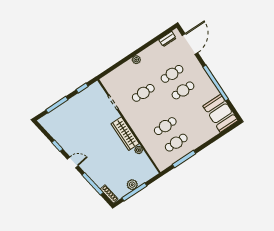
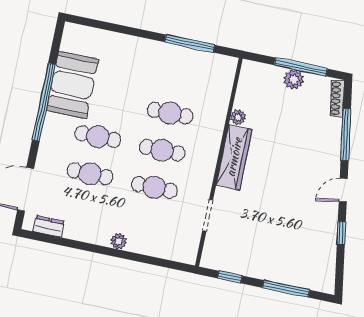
booth: (220, 113) -> (72, 85), moved
cafe table: (176, 143) -> (162, 150), moved
door: (73, 162) -> (343, 190), hinge flipped

